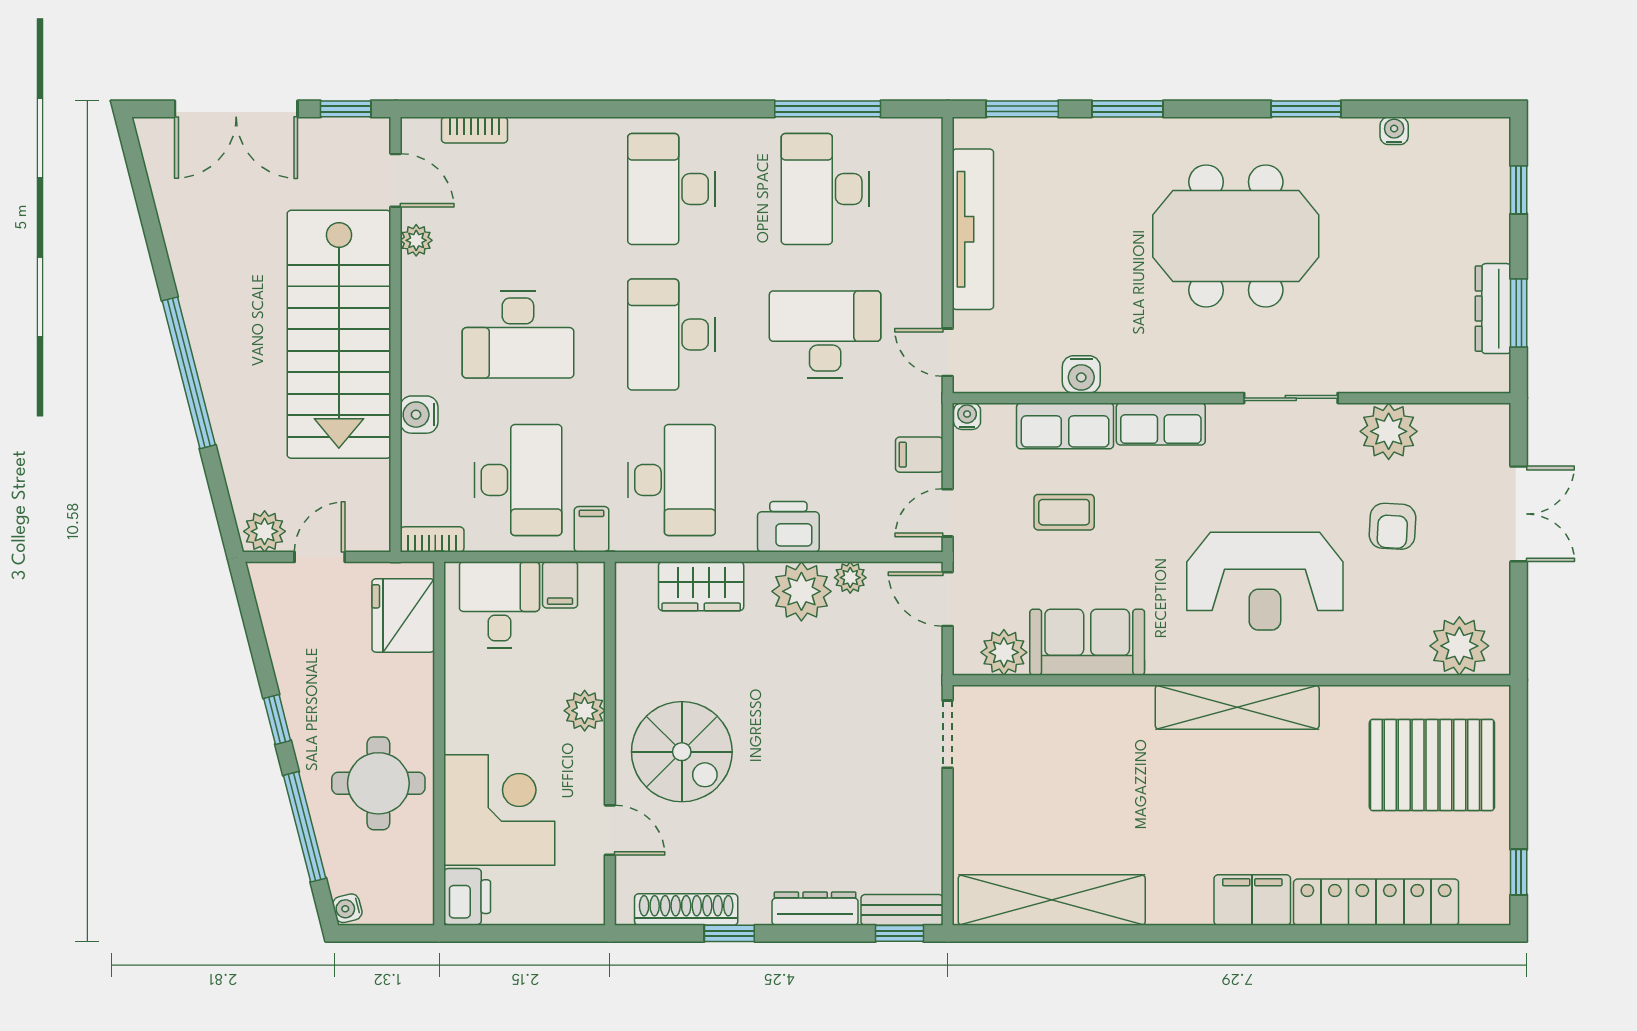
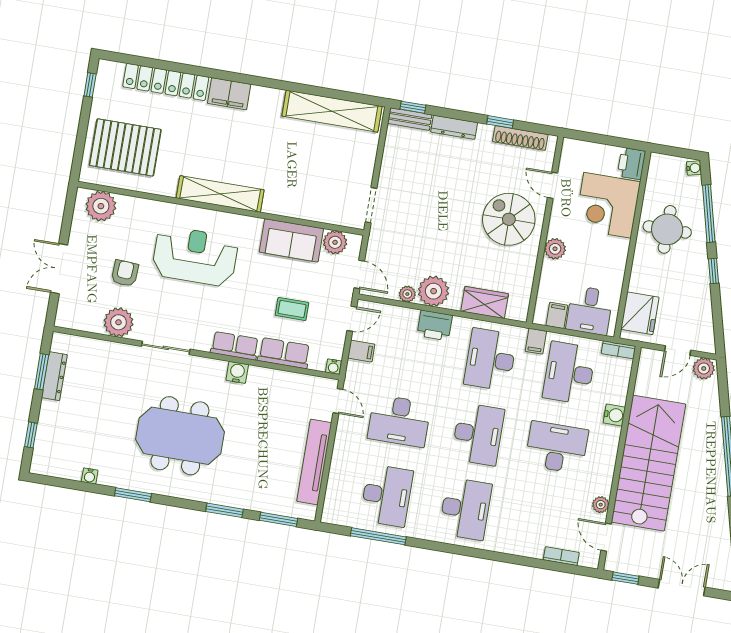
double door: (236, 109) -> (682, 588), width x0.73
water cooler: (1081, 374) -> (237, 372), moved

